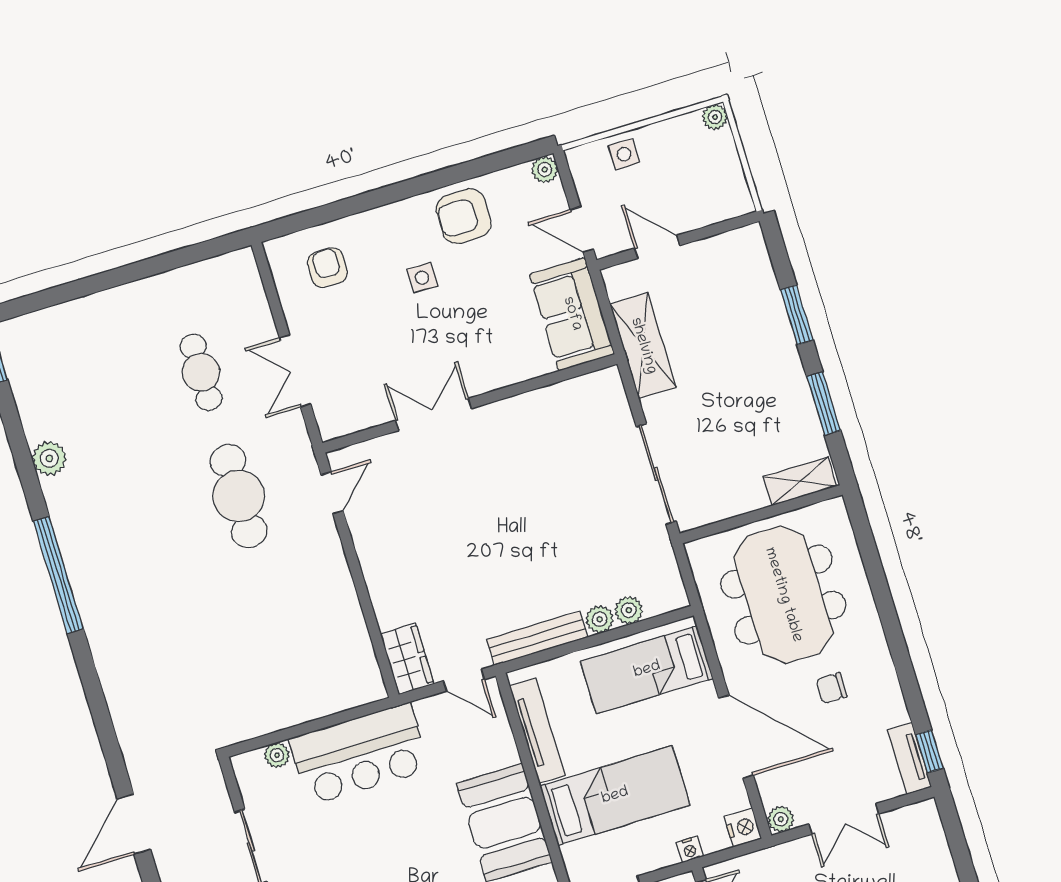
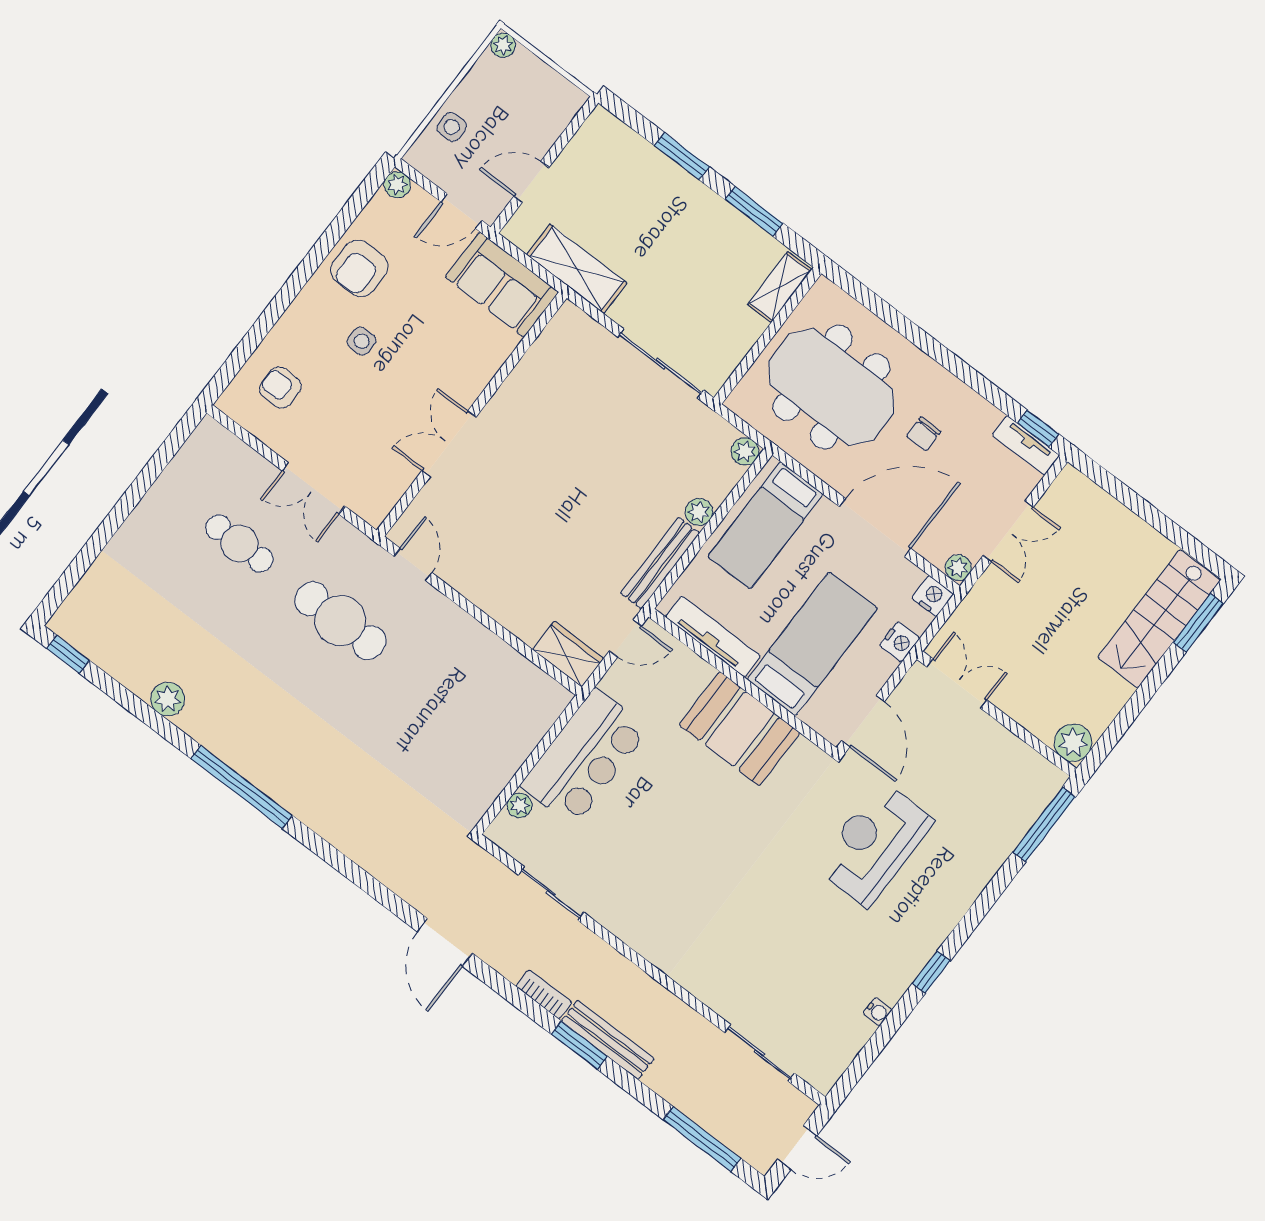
plant: (629, 610) -> (745, 451), moved
nightstand: (690, 849) -> (900, 642), width x1.39, depth x1.35

